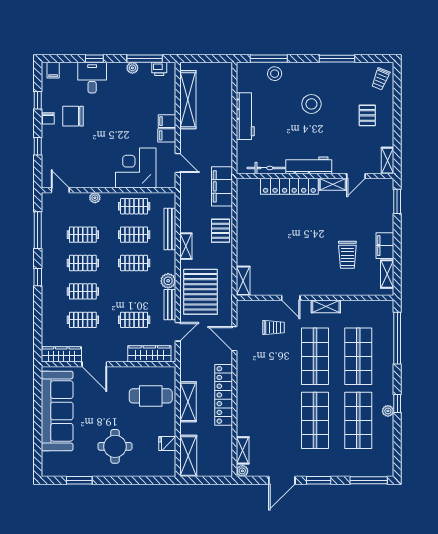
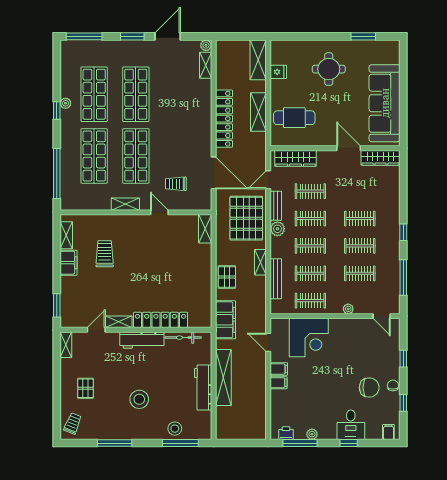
shelving: (188, 100) -> (223, 377), moved
clothes rail: (83, 320) -> (310, 219), moved
door: (234, 339) -> (214, 173), width x1.36

